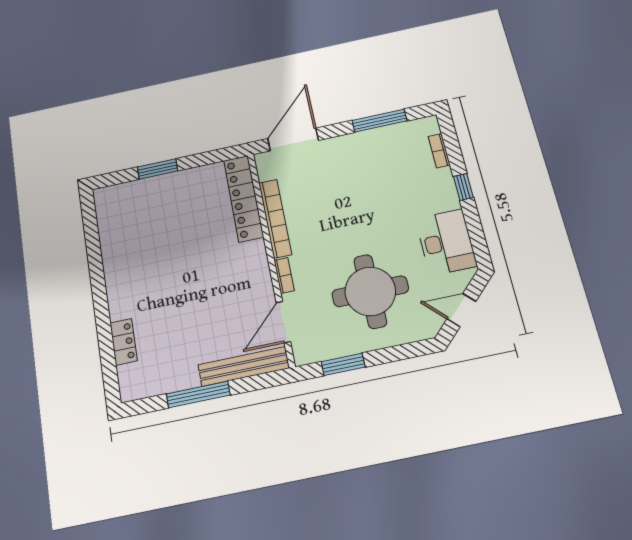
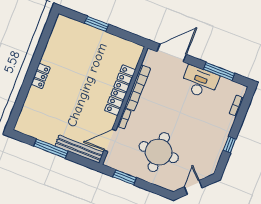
window: (463, 187) -> (230, 145), moved
locker: (244, 198) -> (120, 90), moved
desk: (446, 242) -> (200, 82), moved, turned -90
door: (461, 310) -> (193, 187), hinge flipped
locker: (124, 342) -> (40, 76), moved

